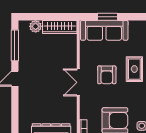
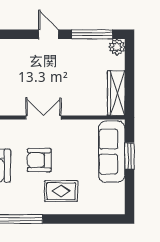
plant: (36, 26) -> (117, 47), moved
armchair: (107, 75) -> (39, 160), moved

